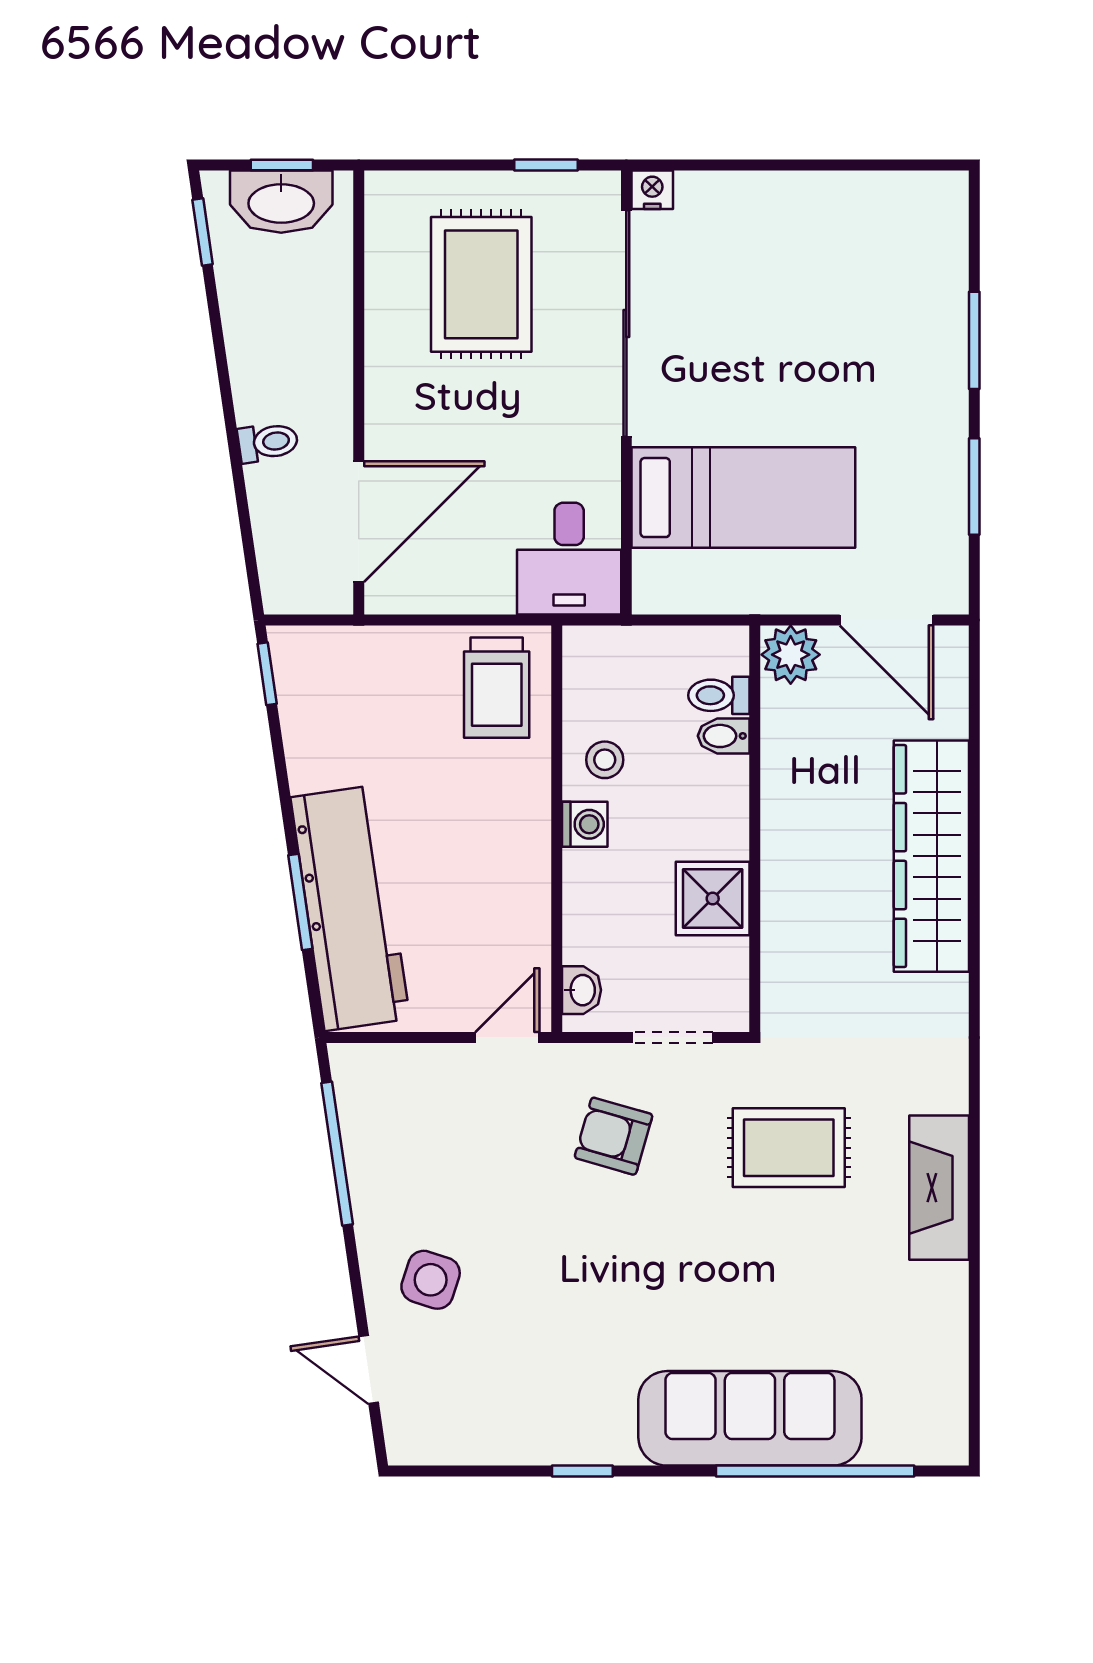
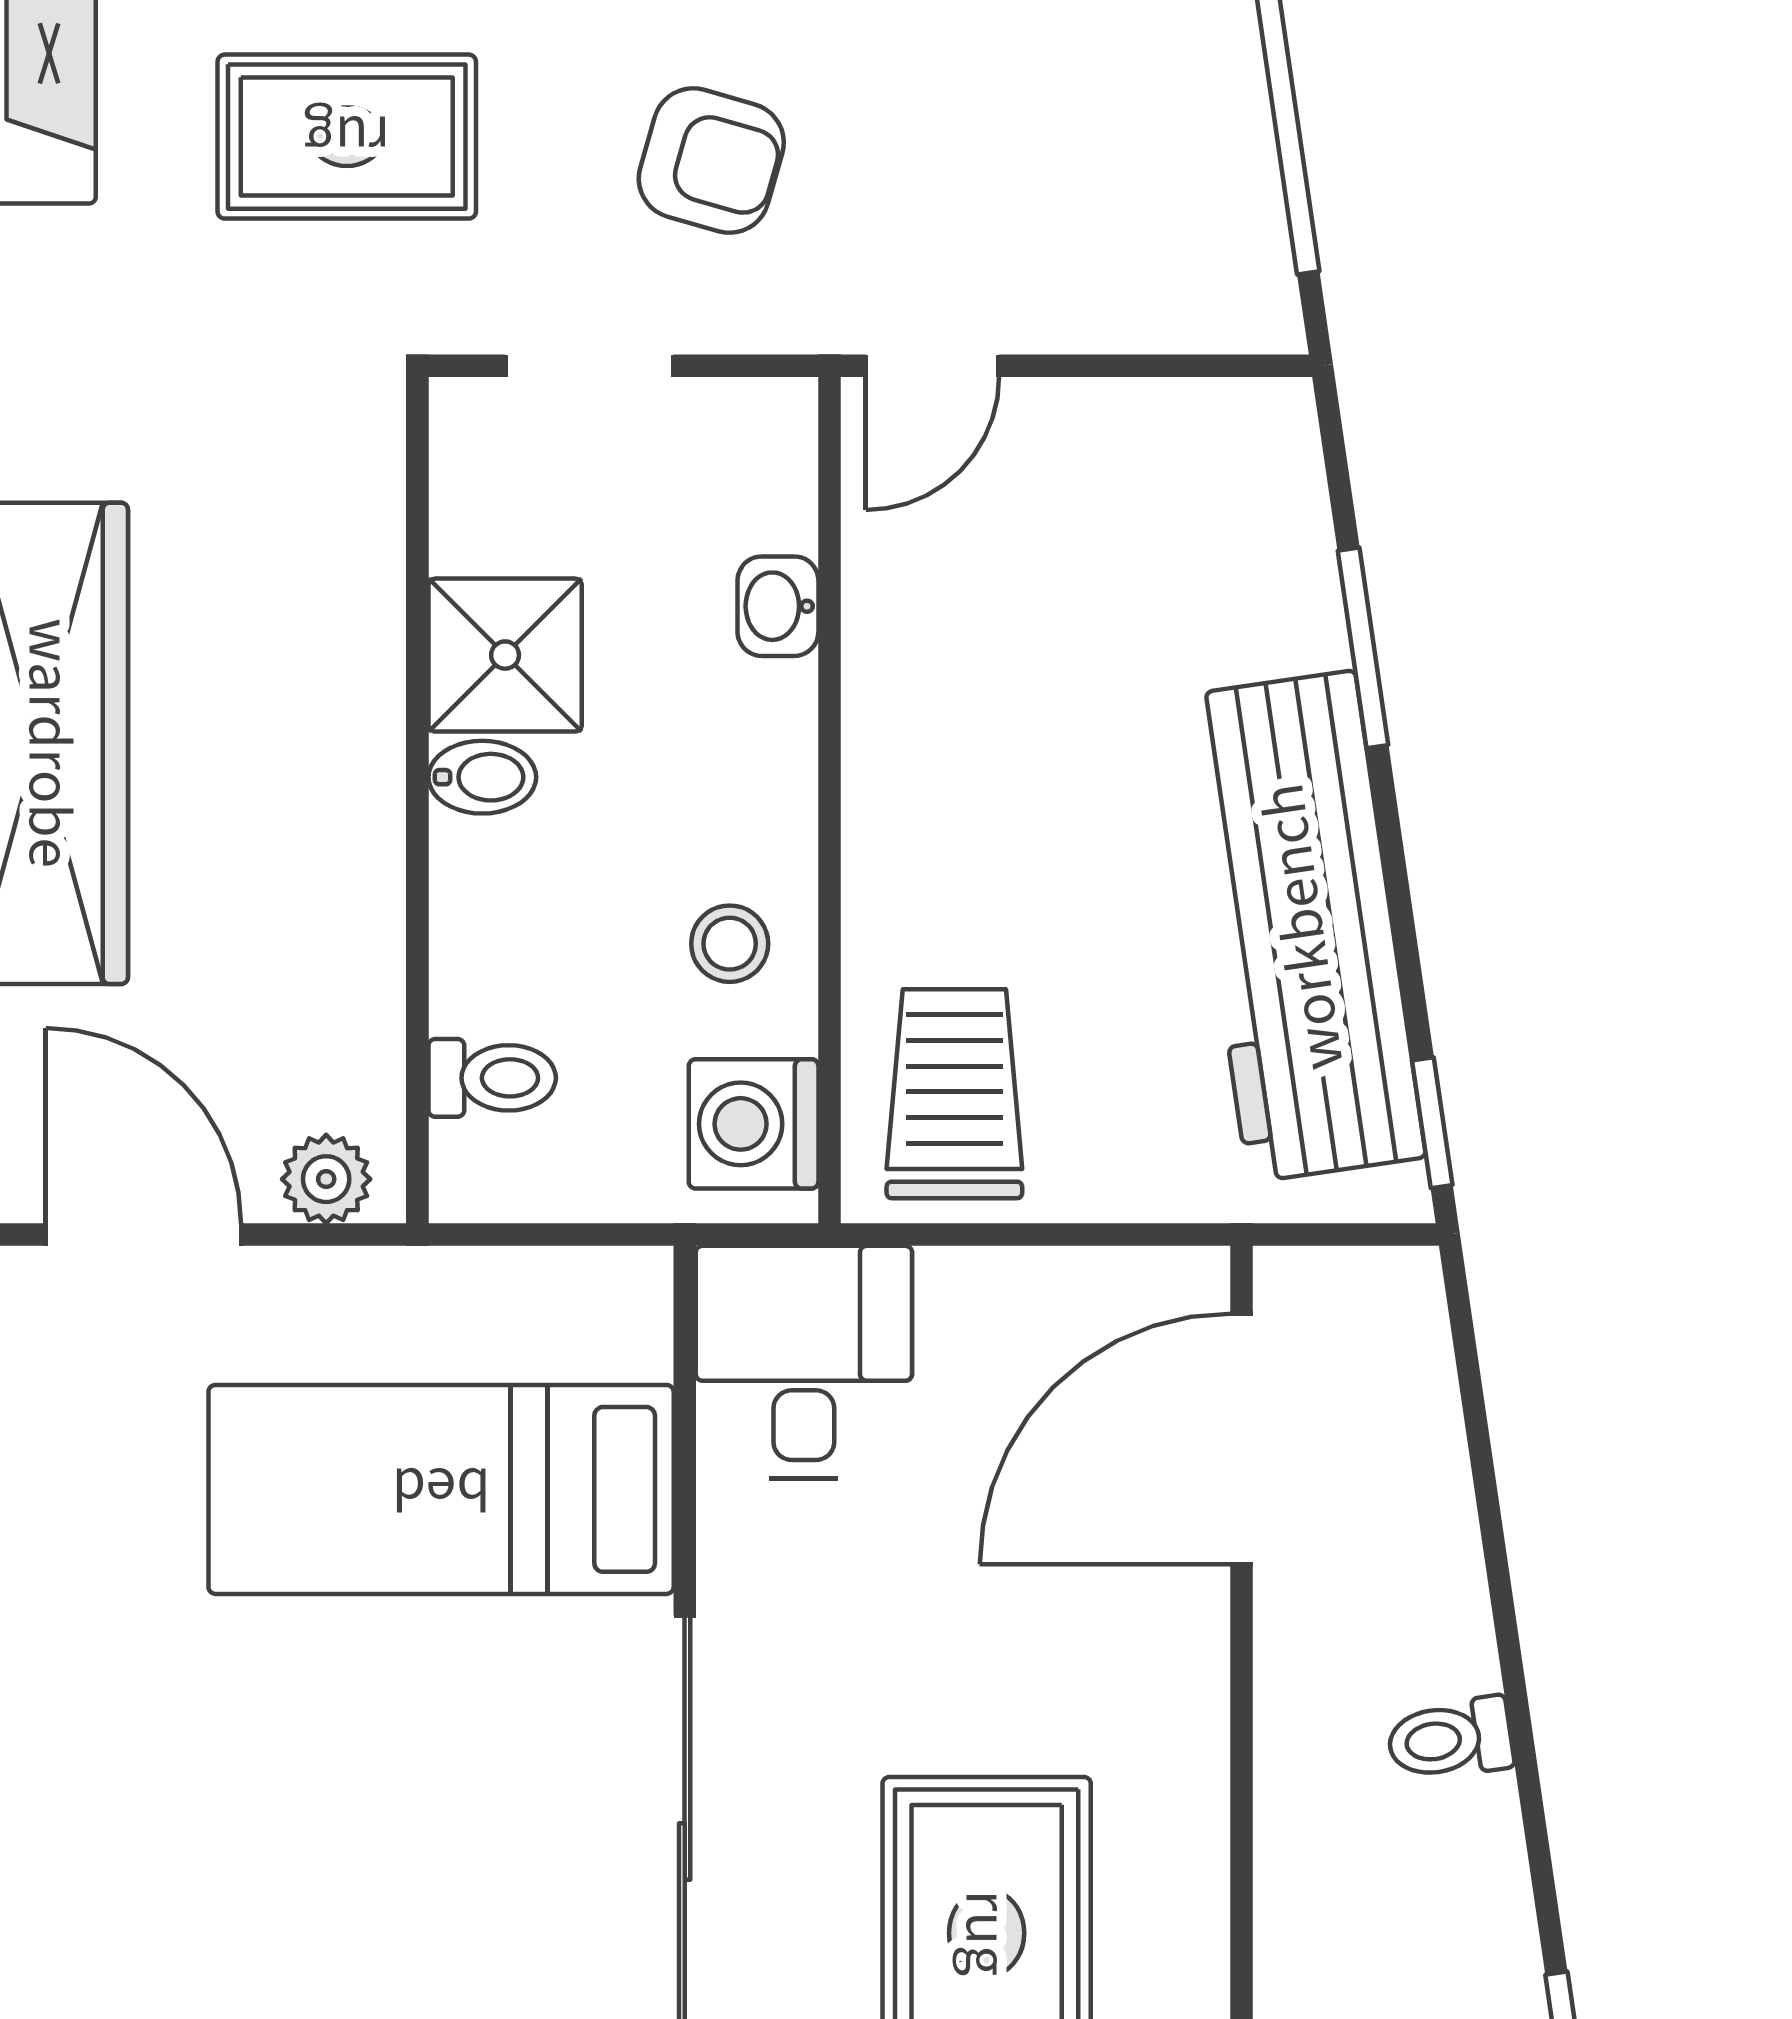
toilet: (268, 442) -> (1450, 1739), moved
plant: (791, 655) -> (326, 1179), width x0.73, depth x0.73
bidet: (724, 736) -> (482, 777), moved
washing machine: (585, 824) -> (754, 1124), moved, width x1.38, depth x1.38
workbench: (350, 908) -> (1302, 927), moved
washbasin: (582, 990) -> (778, 606), moved

